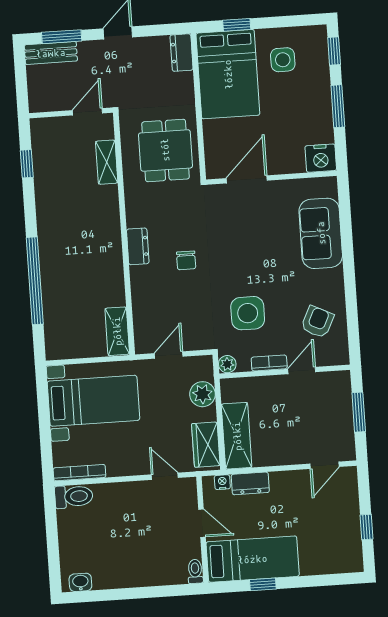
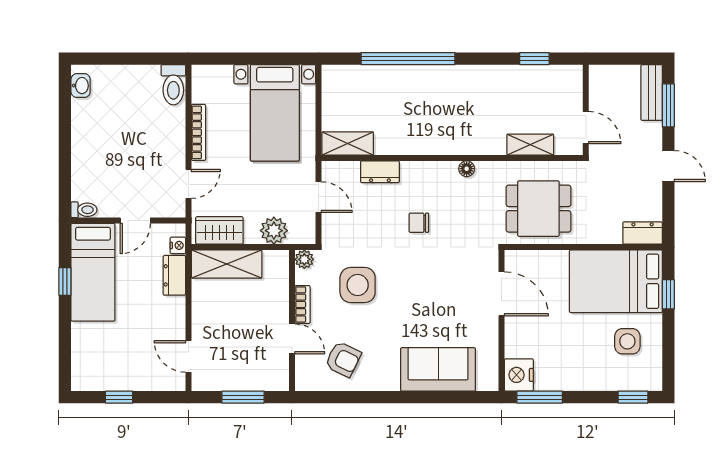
window: (338, 106) -> (540, 397), moved
floor lamp: (133, 220) -> (467, 169), added
dresser: (138, 246) -> (380, 172), moved
bookcase: (79, 473) -> (199, 132), moved

